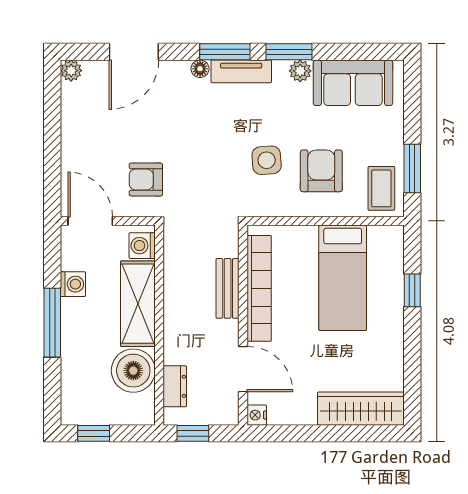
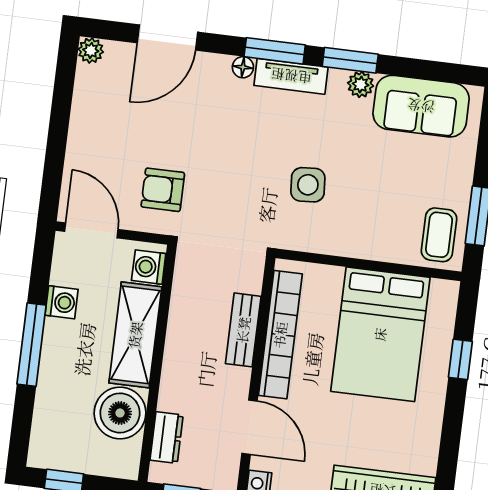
armchair: (321, 171) -> (371, 205), removed
bed: (343, 278) -> (380, 334), width x1.50

